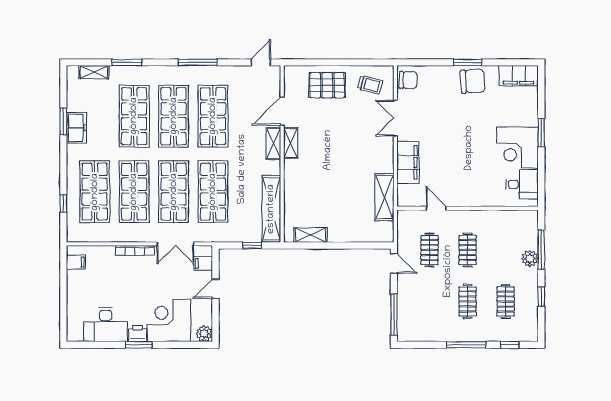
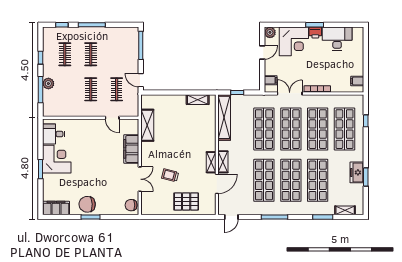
trolley: (370, 85) -> (170, 175), moved
door: (215, 289) -> (262, 53), moved

